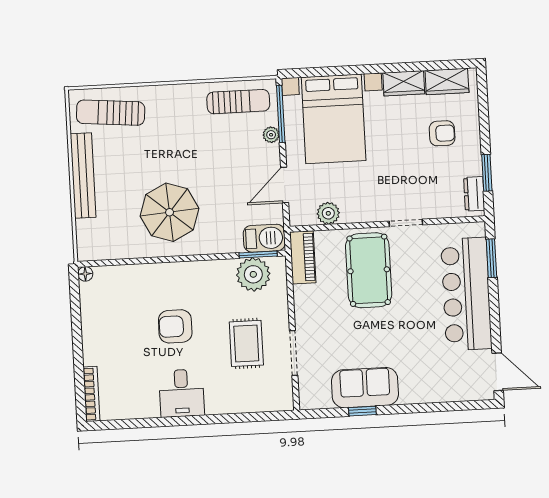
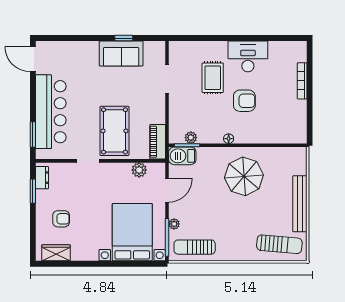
wardrobe: (404, 83) -> (85, 253), removed
armchair: (442, 133) -> (61, 219), turned 180
floor lamp: (85, 274) -> (229, 139), moved
plant: (253, 274) -> (191, 138), width x0.53, depth x0.53
rug: (246, 343) -> (213, 78), moved
desk: (182, 393) -> (248, 56), width x1.37
bookcase: (91, 394) -> (302, 81), moved

